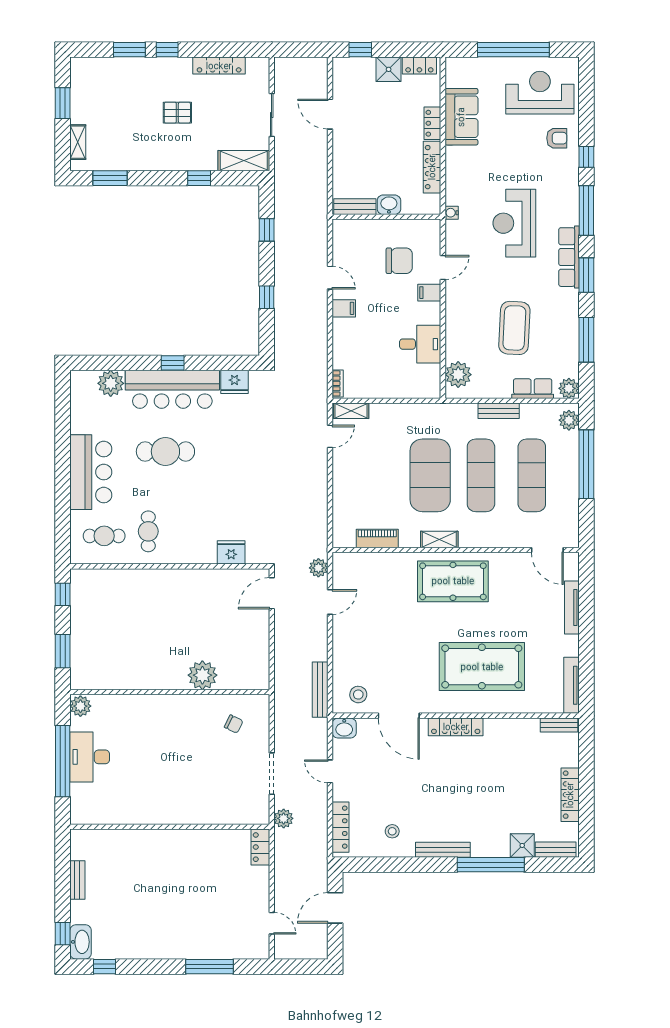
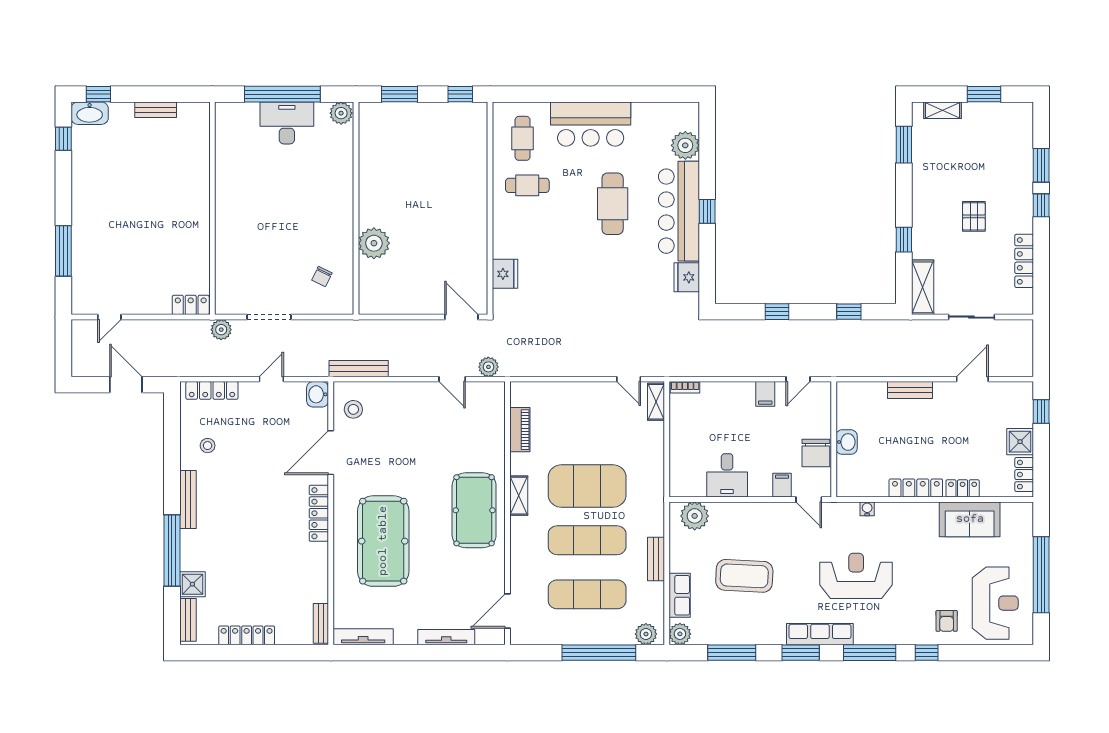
washbasin: (389, 205) -> (847, 442), moved
bench: (355, 207) -> (910, 390), moved, turned 90
wall: (386, 217) -> (834, 439), moved

